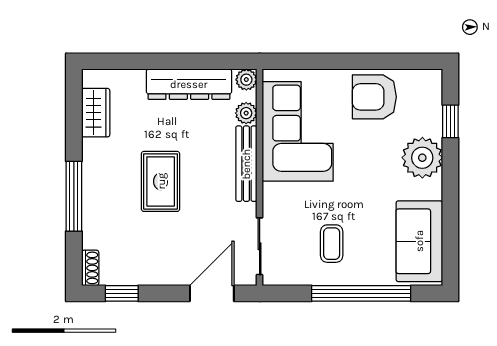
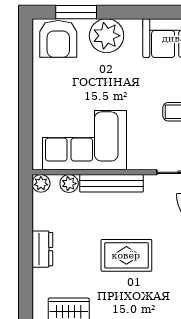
dresser: (189, 84) -> (42, 249), width x0.51, depth x0.80
armchair: (374, 97) -> (58, 39), moved
window: (450, 121) -> (76, 12), width x1.50

